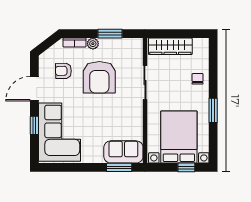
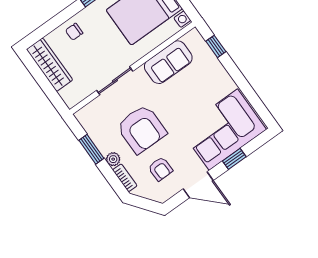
wardrobe: (170, 46) -> (49, 65), moved
armchair: (99, 77) -> (142, 129), turned 90
sofa: (123, 152) -> (168, 62), moved, turned -90
window: (119, 167) -> (216, 46), width x0.67

